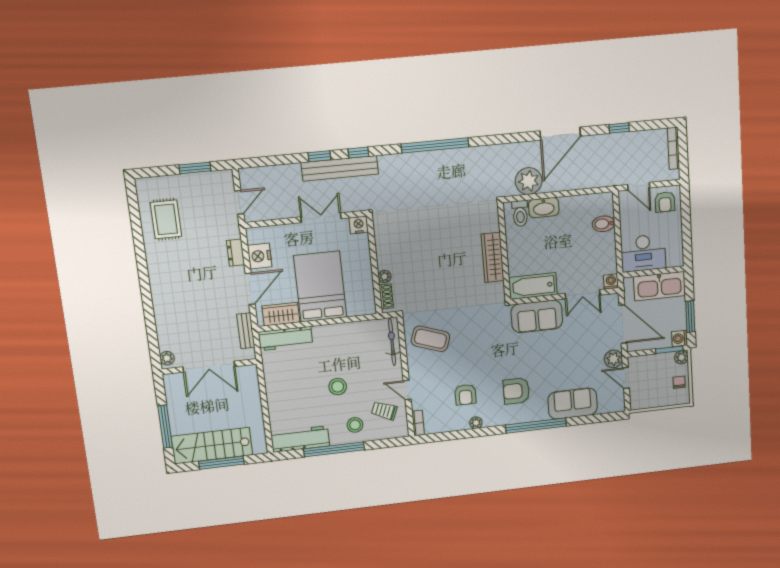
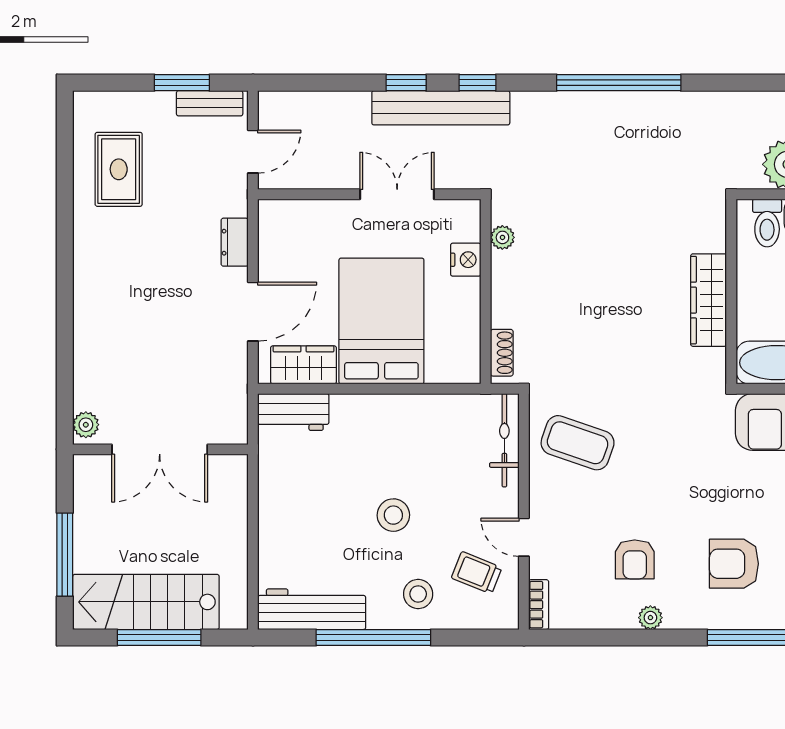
nightstand: (359, 225) -> (466, 260), moved, turned 90
nightstand: (260, 256) -> (278, 253), removed
plant: (385, 276) -> (502, 237), moved
bench: (246, 331) -> (210, 103), moved, turned 90
workbench: (286, 339) -> (293, 412), width x0.73

